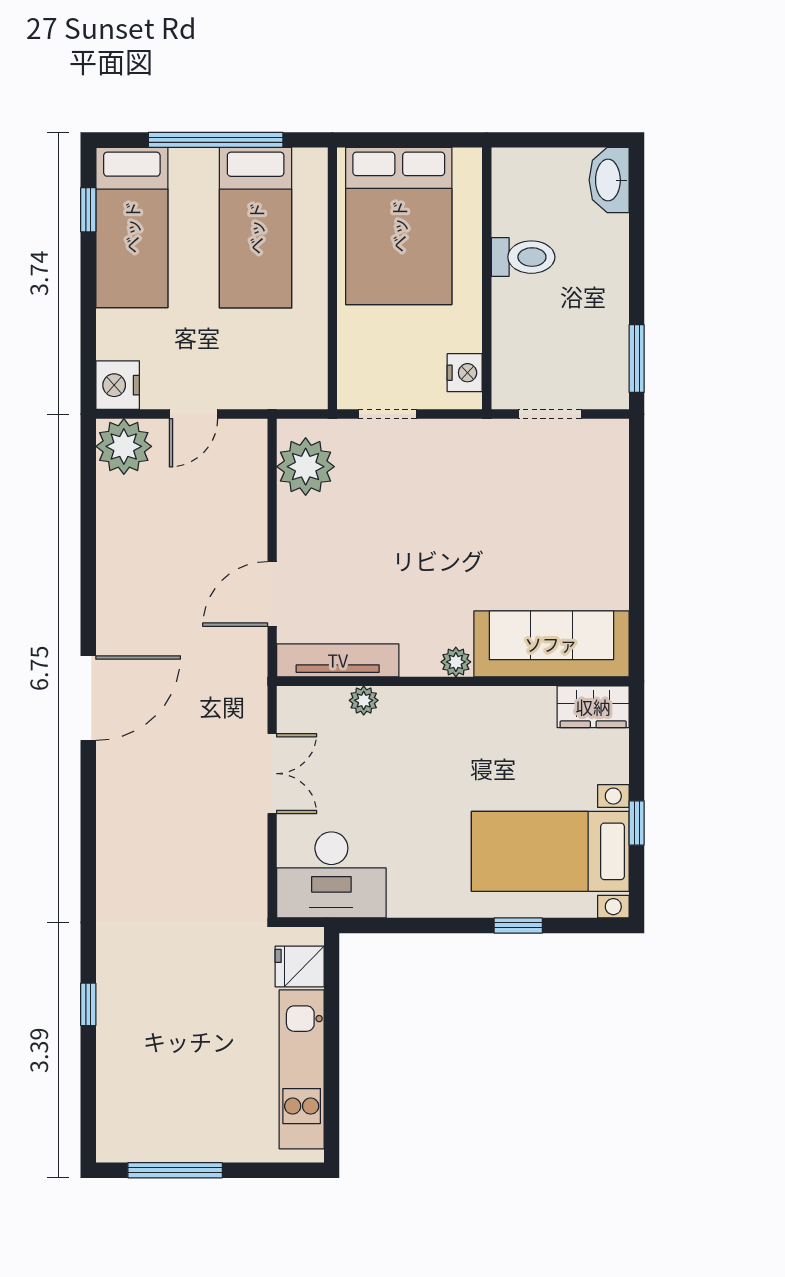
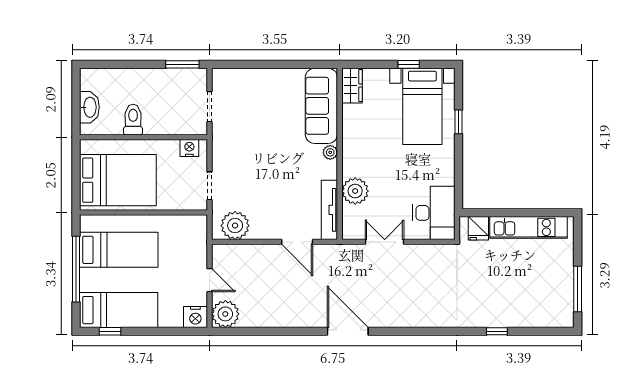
washbasin: (609, 180) -> (89, 107), moved, turned -90
plant: (364, 700) -> (355, 191), width x1.88, depth x1.88

